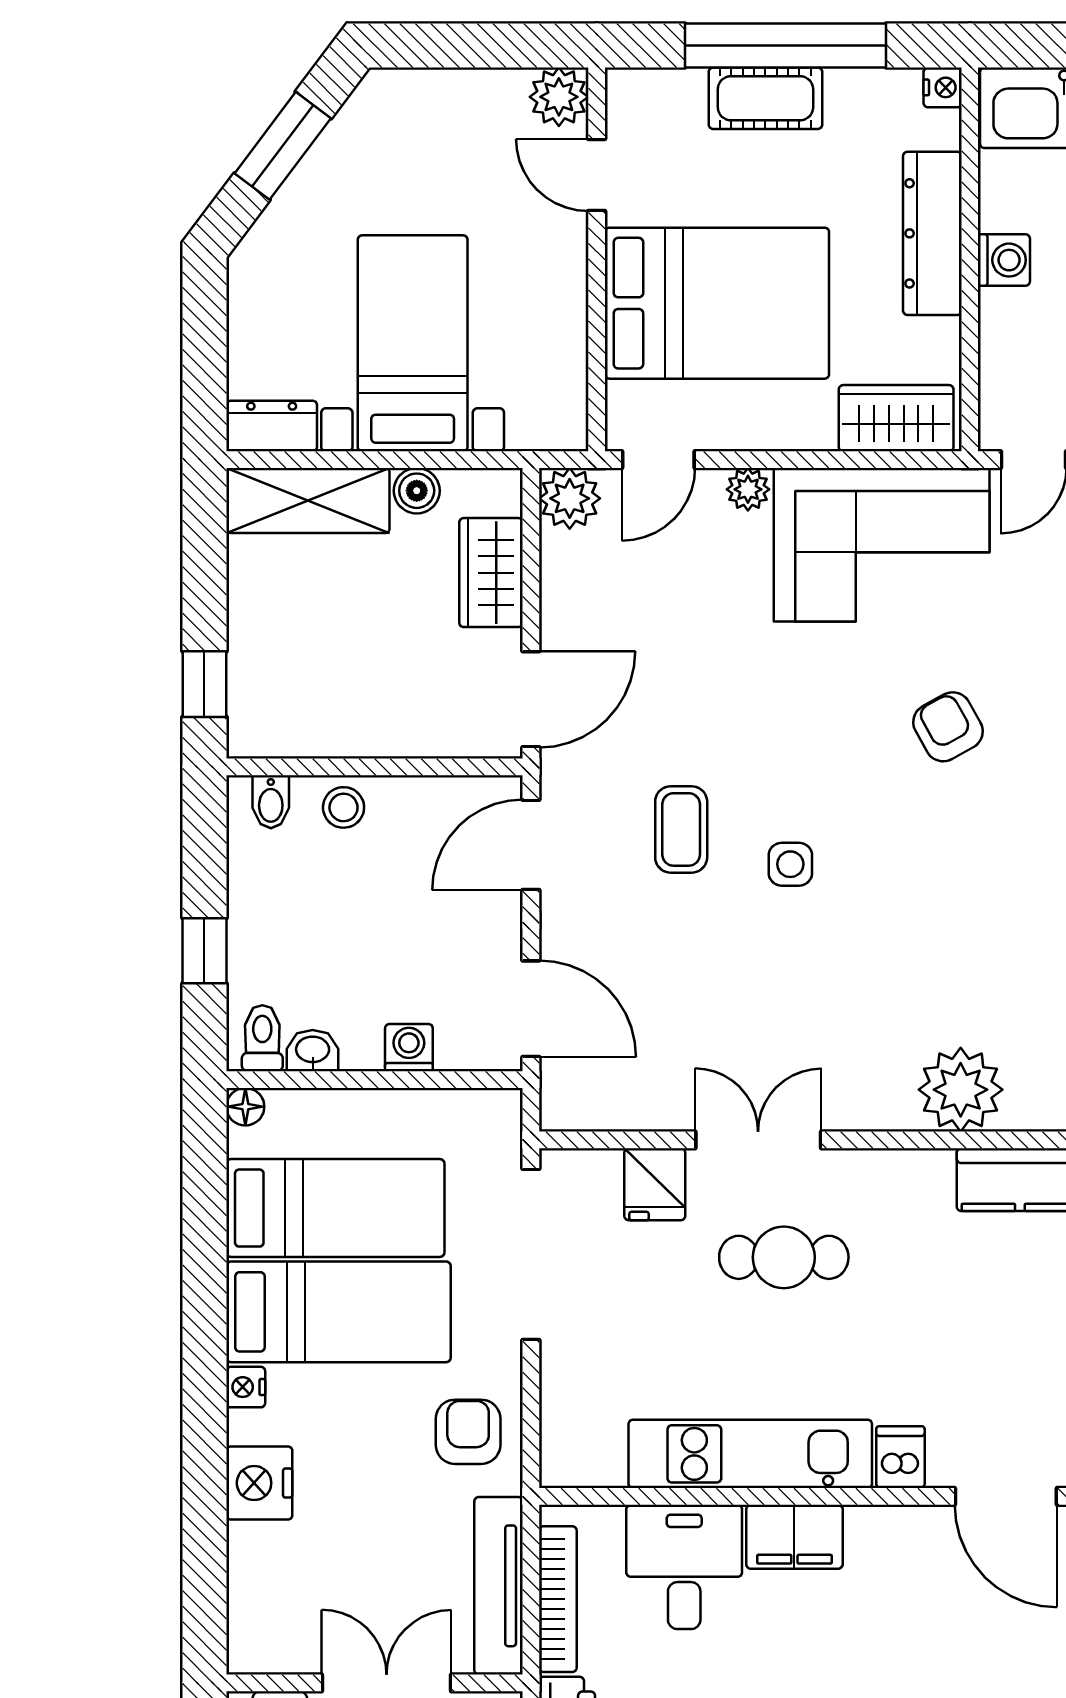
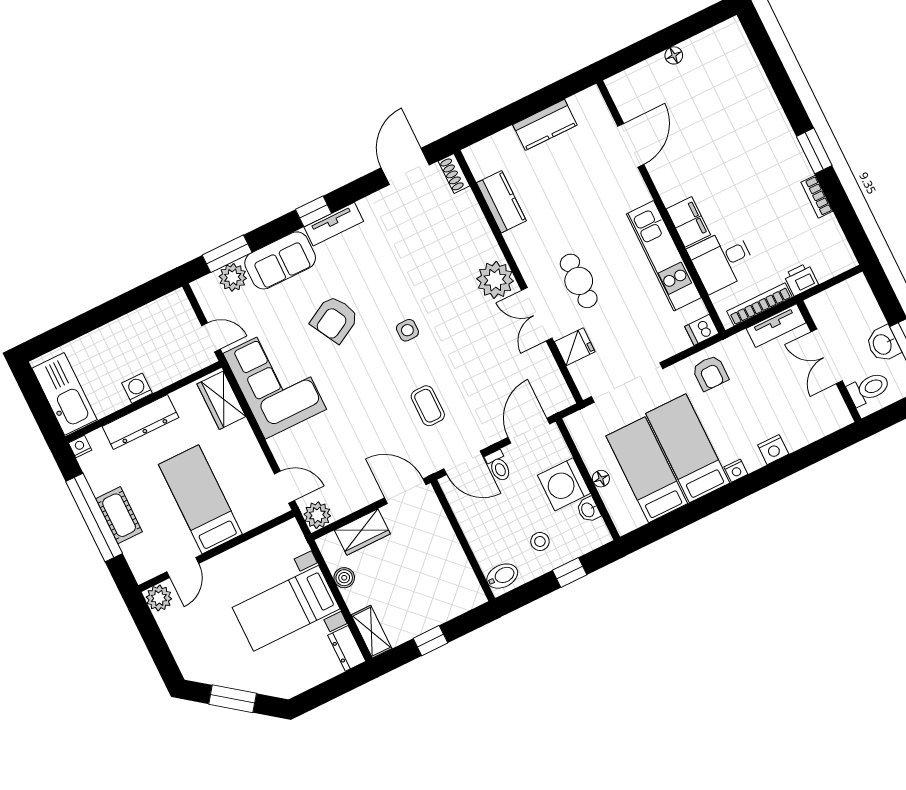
bed: (717, 303) -> (200, 499), width x0.67
plant: (748, 489) -> (279, 446), removed
shelving: (308, 500) -> (371, 632), width x0.67, depth x0.75
window: (204, 684) -> (430, 641), moved
armchair: (948, 727) -> (335, 319), width x1.38, depth x1.38
bidet: (271, 802) -> (502, 576), width x1.38, depth x1.36
stool: (344, 807) -> (540, 541), moved
coffee table: (681, 829) -> (428, 406), turned 90
side table: (790, 864) -> (407, 330), moved
toilet: (262, 1038) -> (499, 466), moved, turned -90
washing machine: (409, 1048) -> (564, 484), width x1.89, depth x1.89
plant: (961, 1090) -> (495, 280), moved
floor lamp: (245, 1107) -> (601, 479), moved
armchair: (468, 1432) -> (710, 373), turned -90
dishwasher: (900, 1457) -> (702, 330), moved
nightstand: (259, 1483) -> (773, 450), width x0.74, depth x0.75
tv unit: (499, 1586) -> (776, 326), width x0.71

